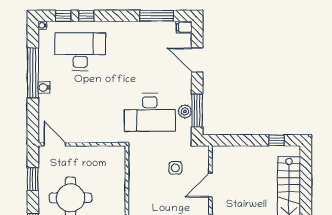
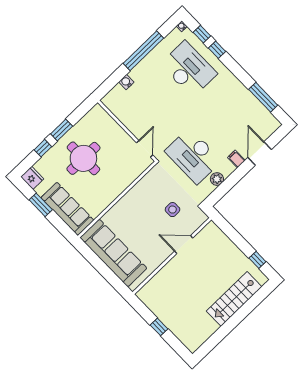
filing cabinet: (184, 27) -> (236, 159), moved
water cooler: (44, 87) -> (126, 82), moved
window: (197, 111) -> (225, 187), removed
door: (55, 144) -> (145, 149), moved
window: (33, 179) -> (62, 130), moved

